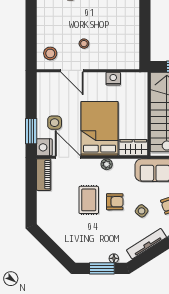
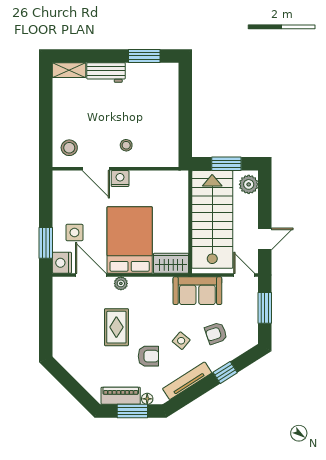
stool: (84, 44) -> (126, 145), moved
nightstand: (113, 79) -> (120, 179), moved
plant: (107, 164) -> (121, 283), moved
piano: (44, 175) -> (121, 396), moved, turned -90
armchair: (115, 202) -> (148, 356), moved

